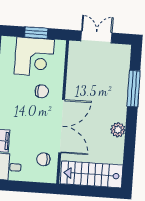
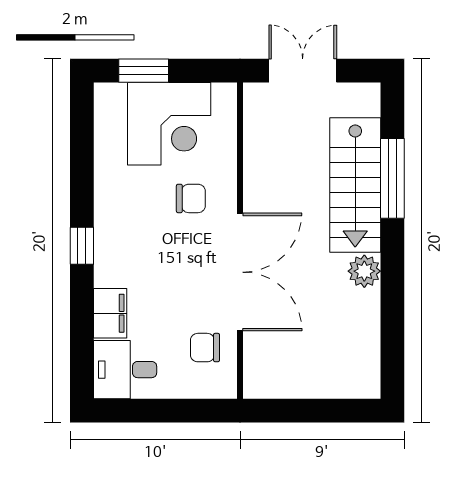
window: (36, 33) -> (144, 71), moved
stairs: (92, 174) -> (355, 185), moved, turned -90

